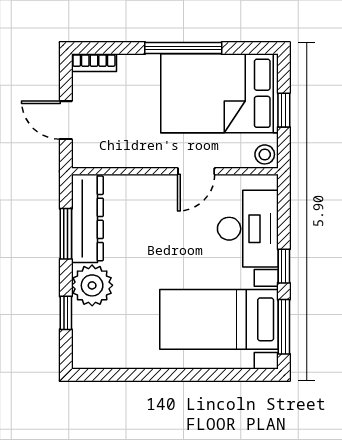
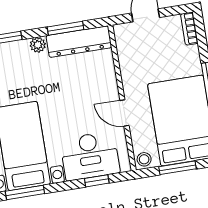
window: (284, 110) -> (178, 168), width x1.50
window: (284, 266) -> (97, 181), moved
plant: (92, 285) -> (38, 45), width x0.53, depth x0.53

